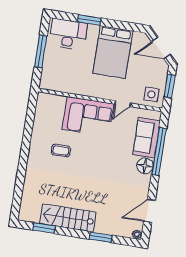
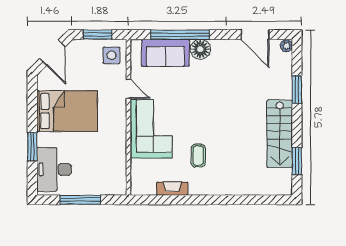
fireplace: (38, 126) -> (172, 189), added

